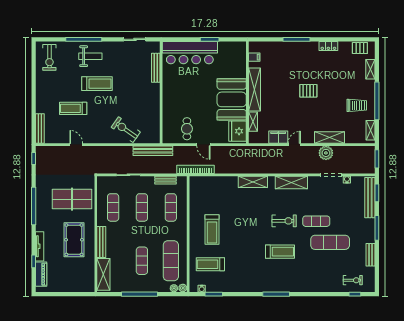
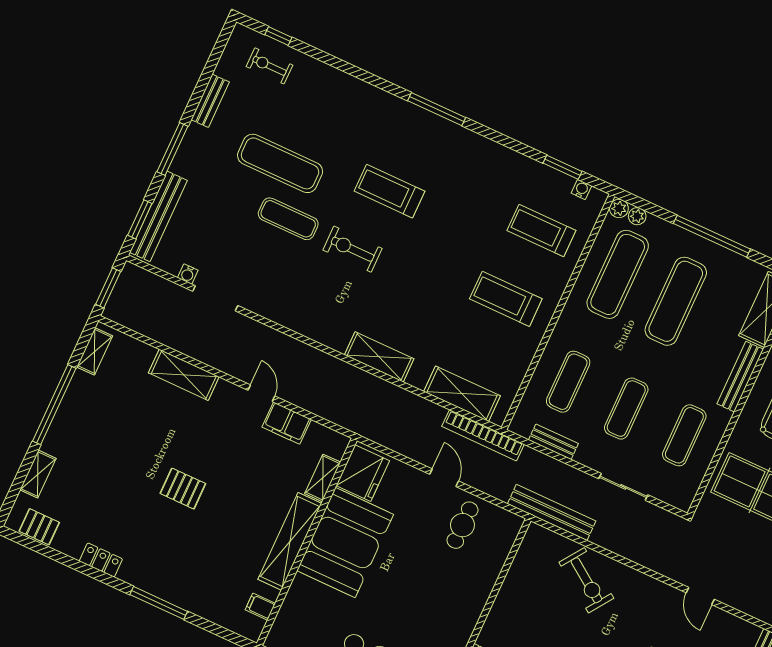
trolley: (357, 105) -> (99, 414), removed
door: (294, 145) -> (261, 393), swing flipped
plant: (326, 153) -> (205, 347), removed
shelving: (291, 182) -> (462, 394), moved
treadmill: (212, 230) -> (506, 299), turned -90
exercise mat: (142, 261) -> (676, 301), width x1.36, depth x1.45
treadmill: (210, 264) -> (541, 231), turned 180

